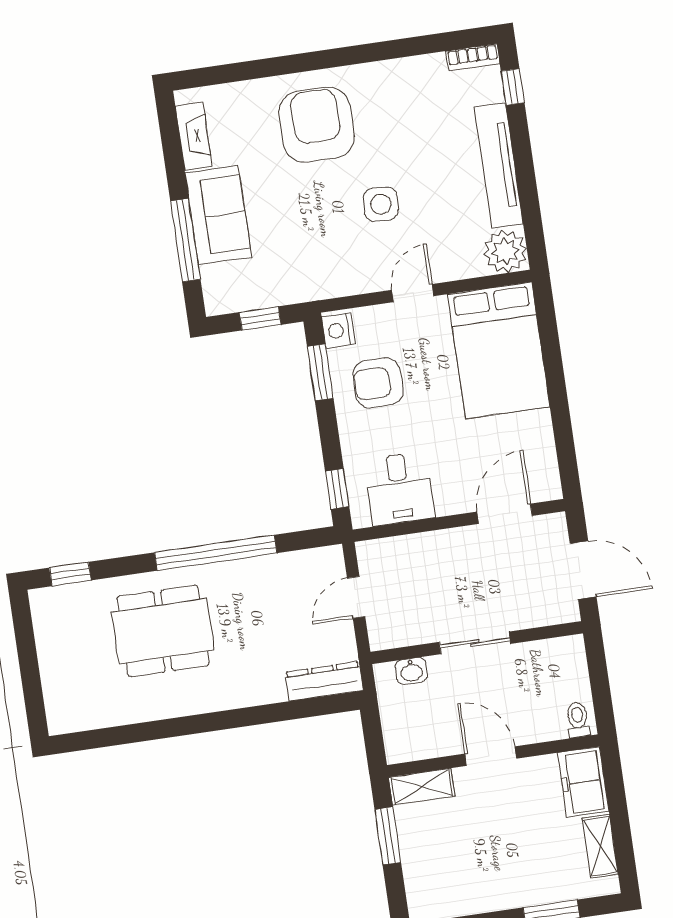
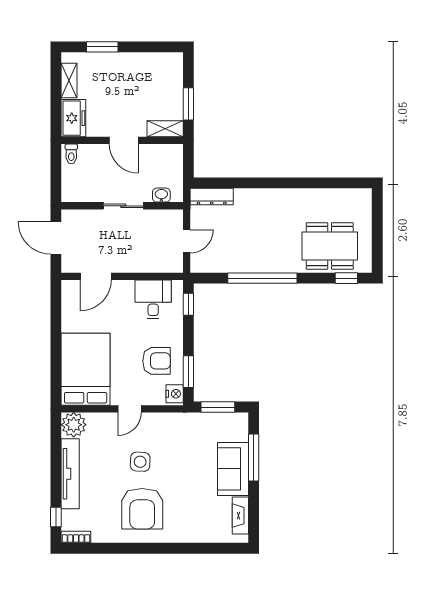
armchair: (317, 125) -> (142, 509), moved
window: (260, 318) -> (218, 407), width x1.50
dining table: (163, 631) -> (330, 246), moved

